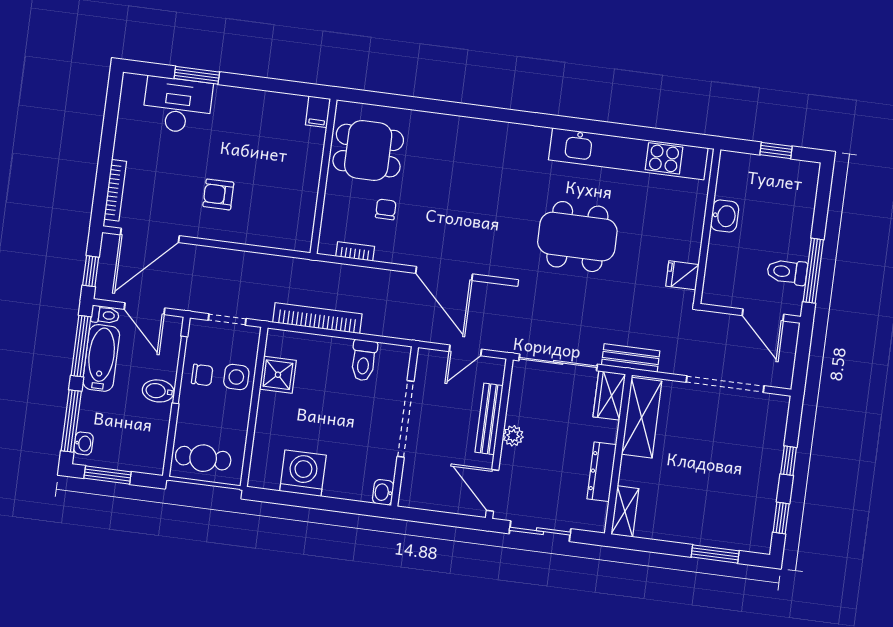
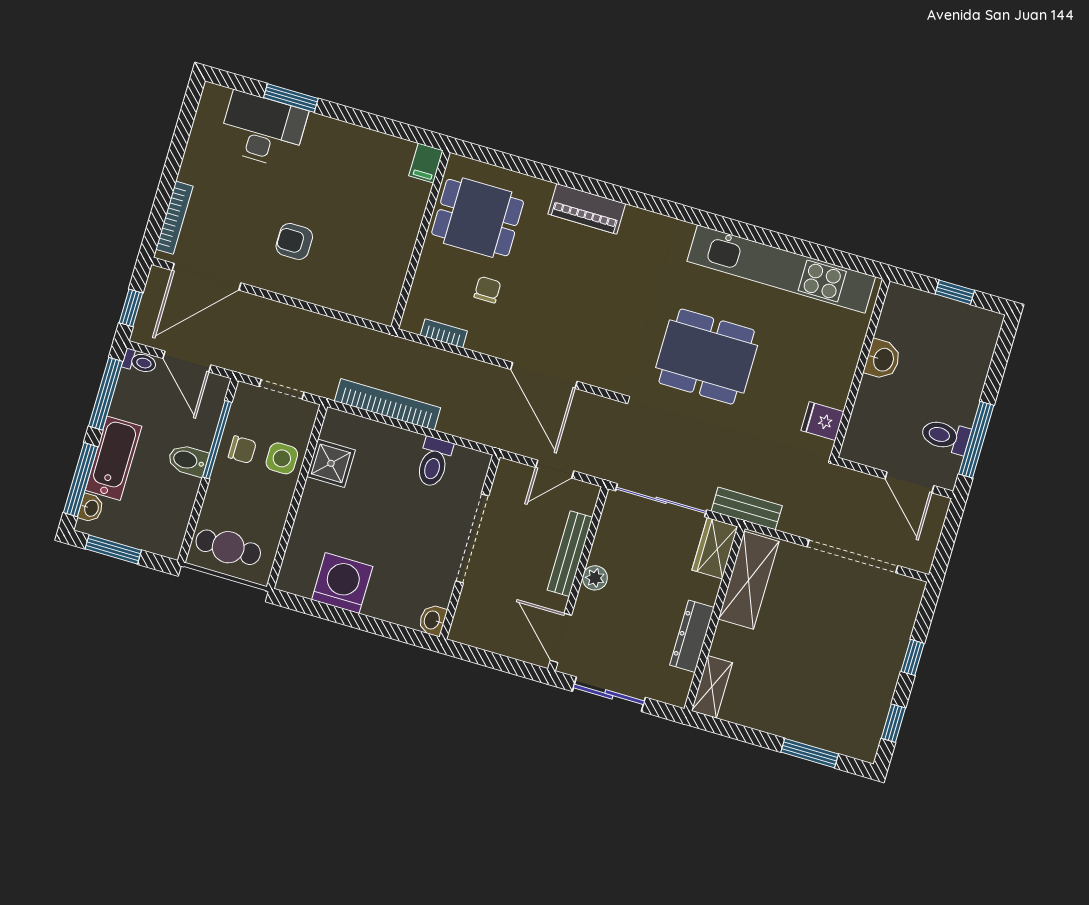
piano: (458, 129) -> (587, 209), added
bathtub: (101, 358) -> (113, 458), moved

